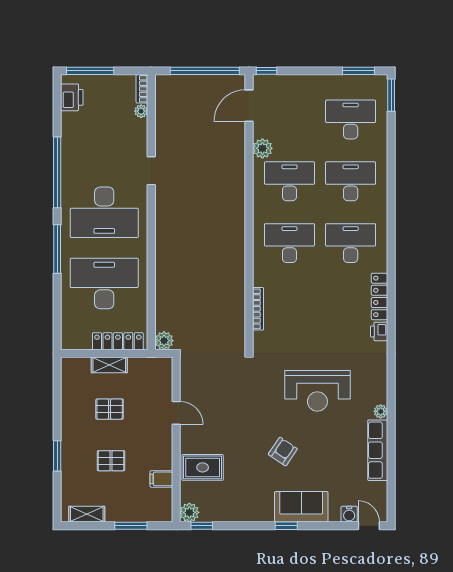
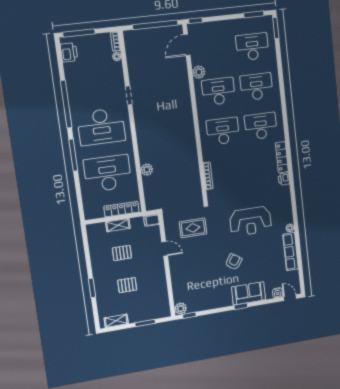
plant: (164, 341) -> (147, 170), moved
rug: (203, 467) -> (193, 228), moved
filing cabinet: (161, 479) -> (151, 220), moved

